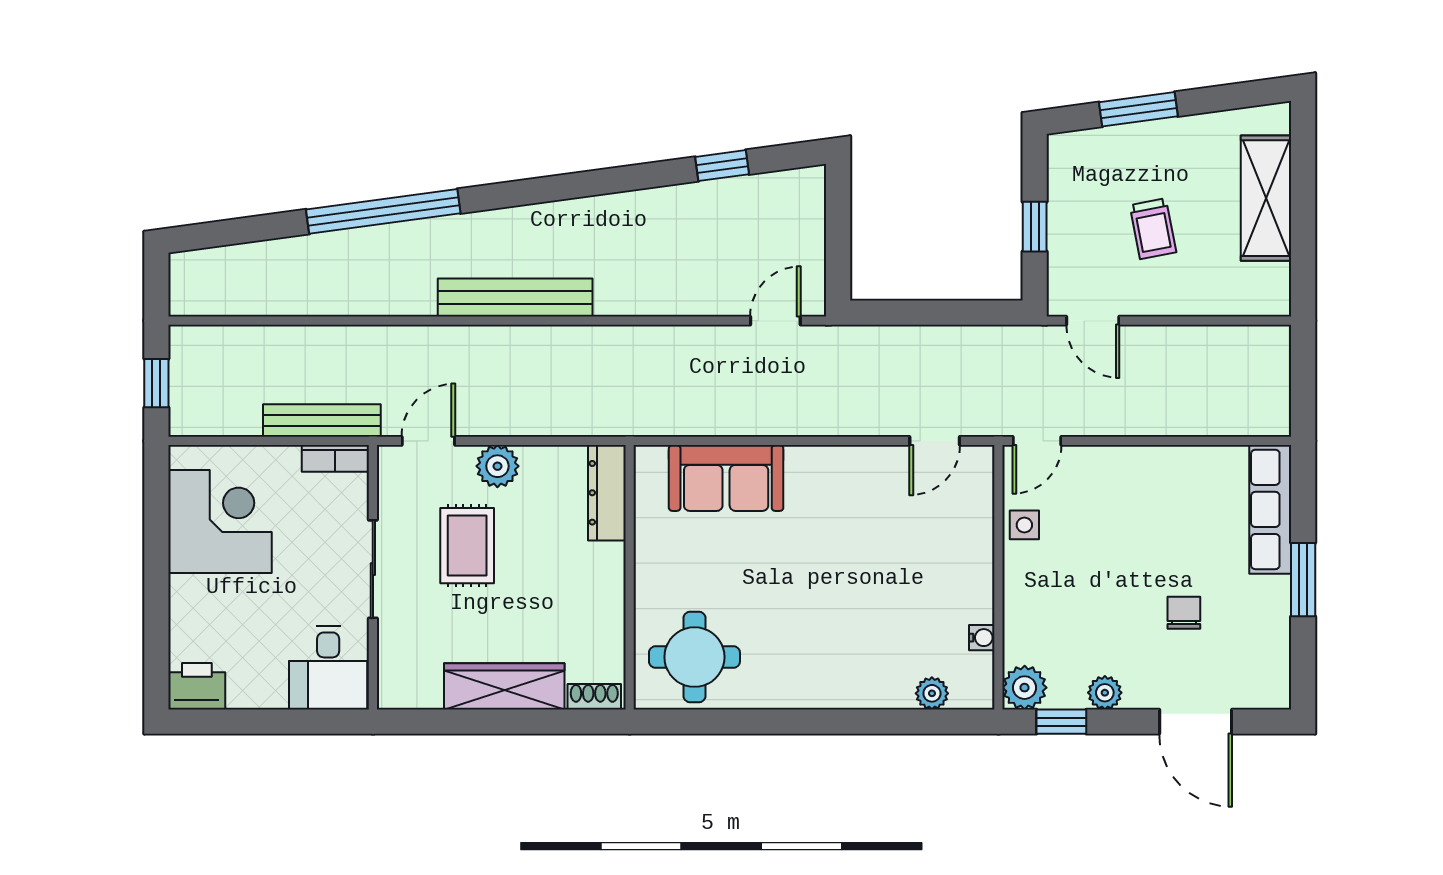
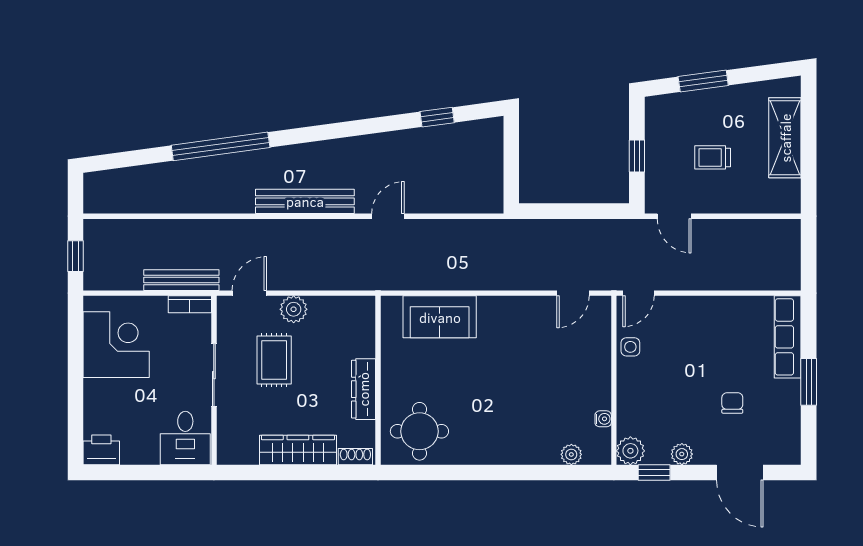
trolley: (1153, 229) -> (713, 157), turned 101
door: (775, 321) -> (388, 216), moved
dresser: (607, 493) -> (363, 389), moved

